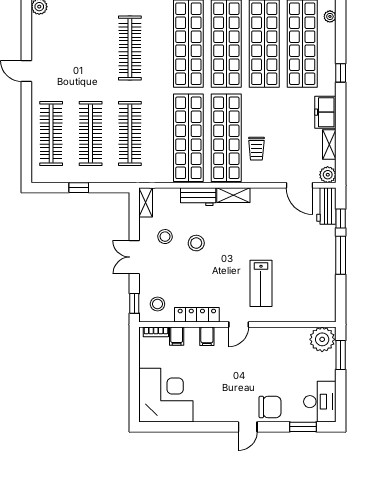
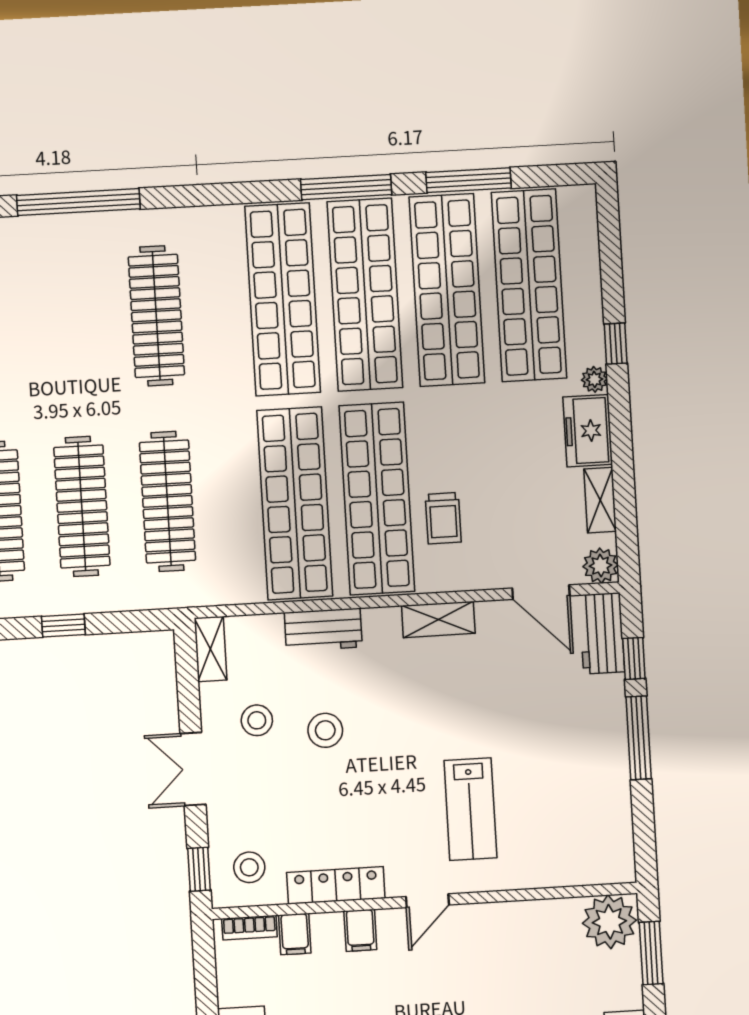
plant: (330, 16) -> (594, 379), moved
shelving: (233, 195) -> (438, 619), moved

